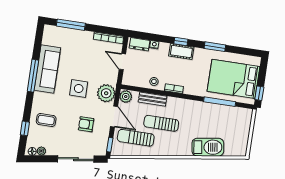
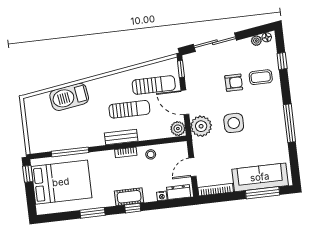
door: (122, 62) -> (192, 167), swing flipped
sofa: (47, 69) -> (260, 177), moved, turned 90
bench: (153, 99) -> (121, 137), moved
armchair: (86, 124) -> (234, 83), moved

